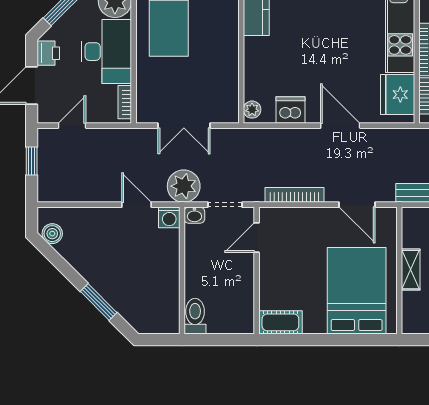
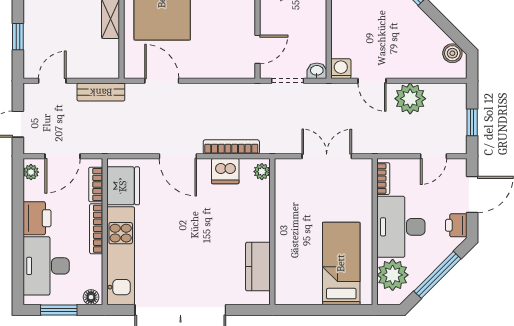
plant: (184, 186) -> (410, 99), moved
bookcase: (295, 195) -> (231, 147), moved, turned 180

